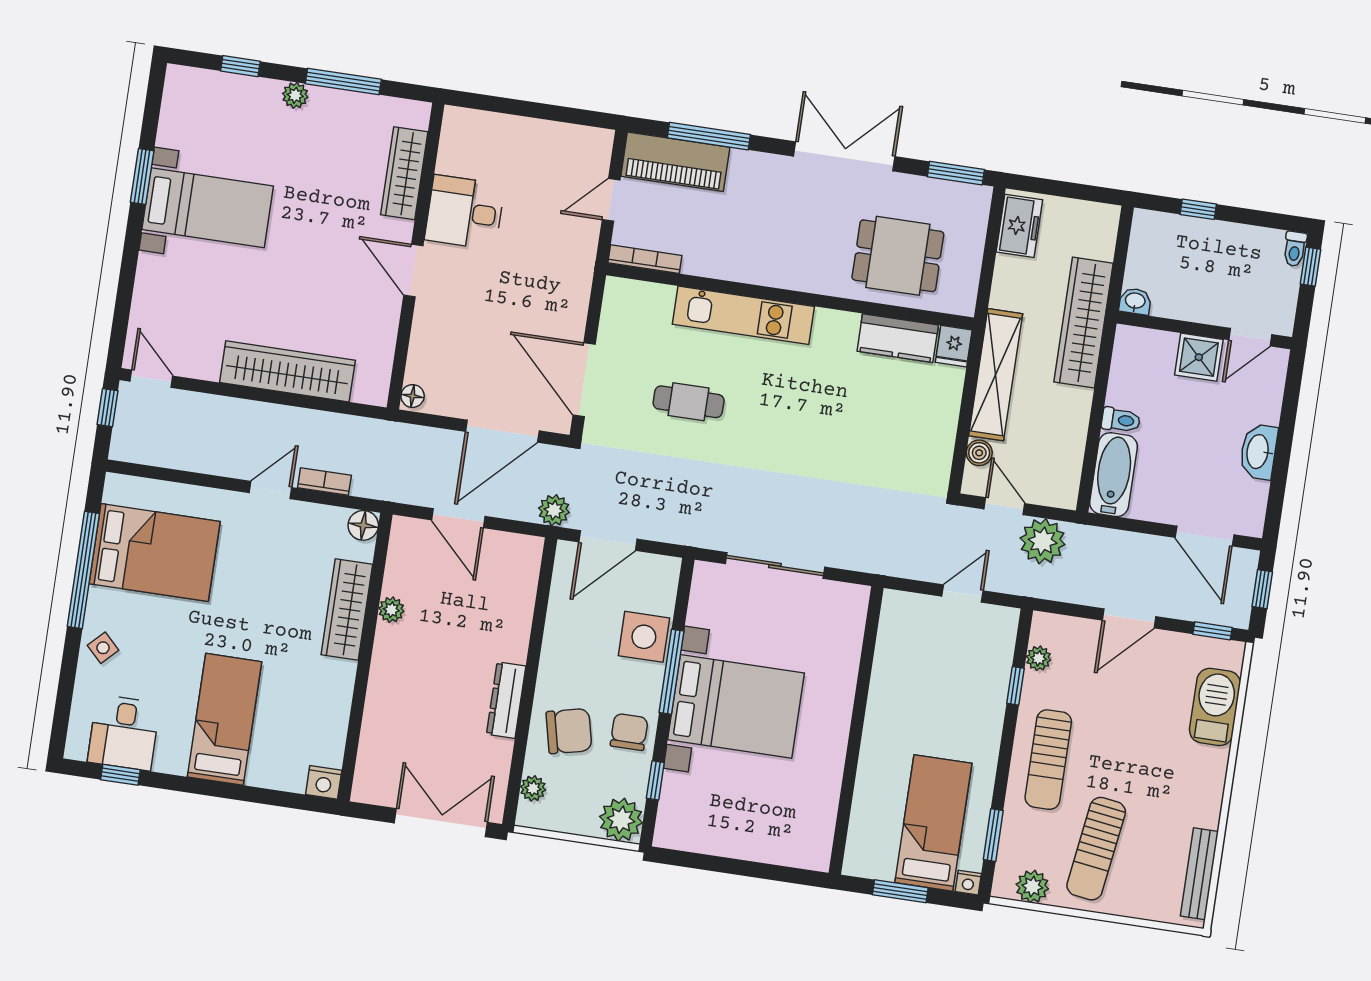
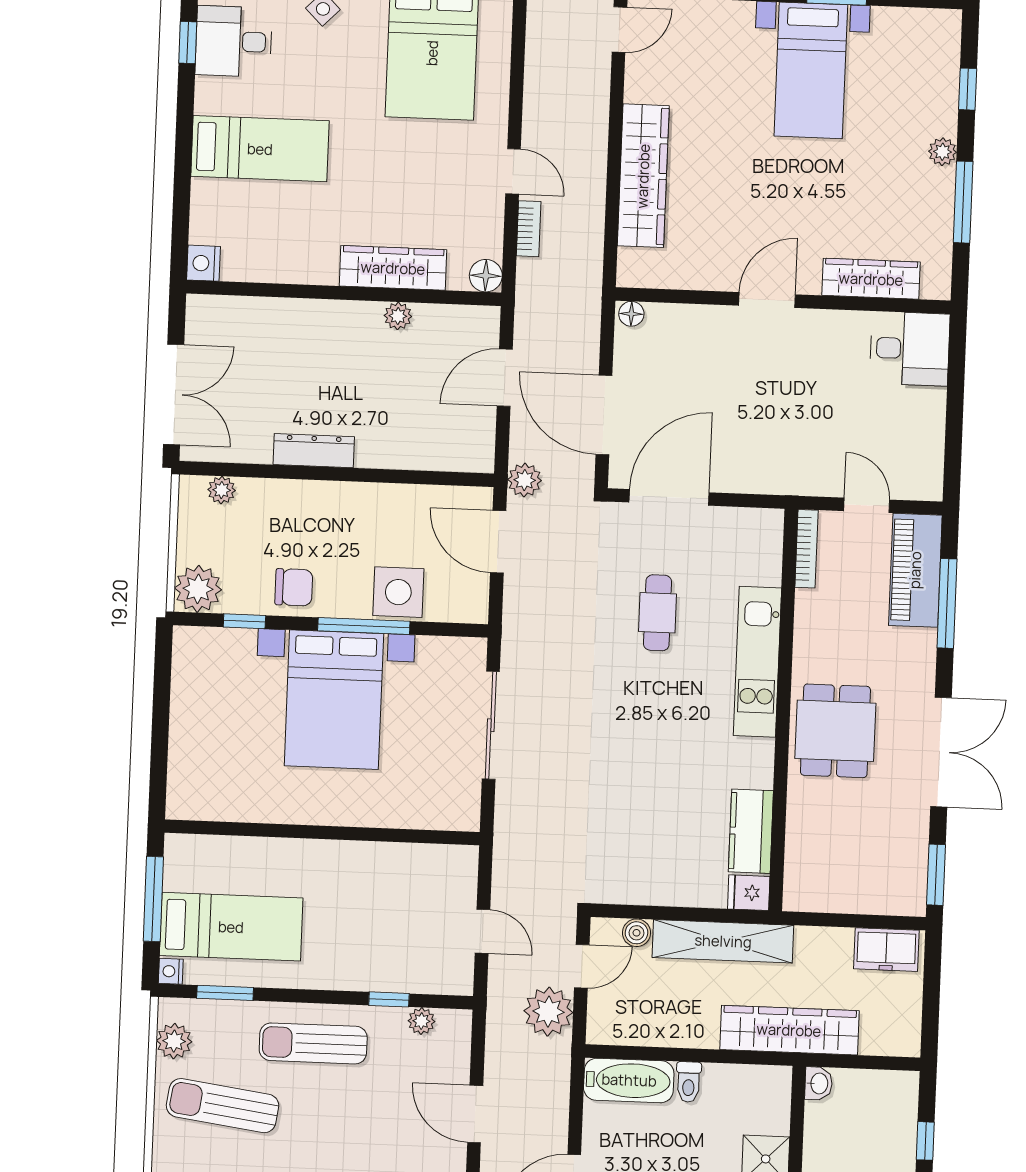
desk: (465, 212) -> (910, 349), moved, turned 90
dining table: (898, 256) -> (835, 731), moved
chair: (569, 731) -> (288, 522), removed
window: (900, 891) -> (153, 899), width x1.44

